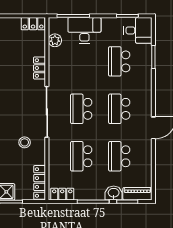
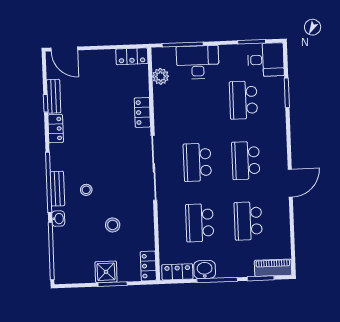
stool: (25, 142) -> (113, 225), moved
locker: (40, 182) -> (148, 266), width x0.66
washbasin: (114, 193) -> (205, 270), moved

